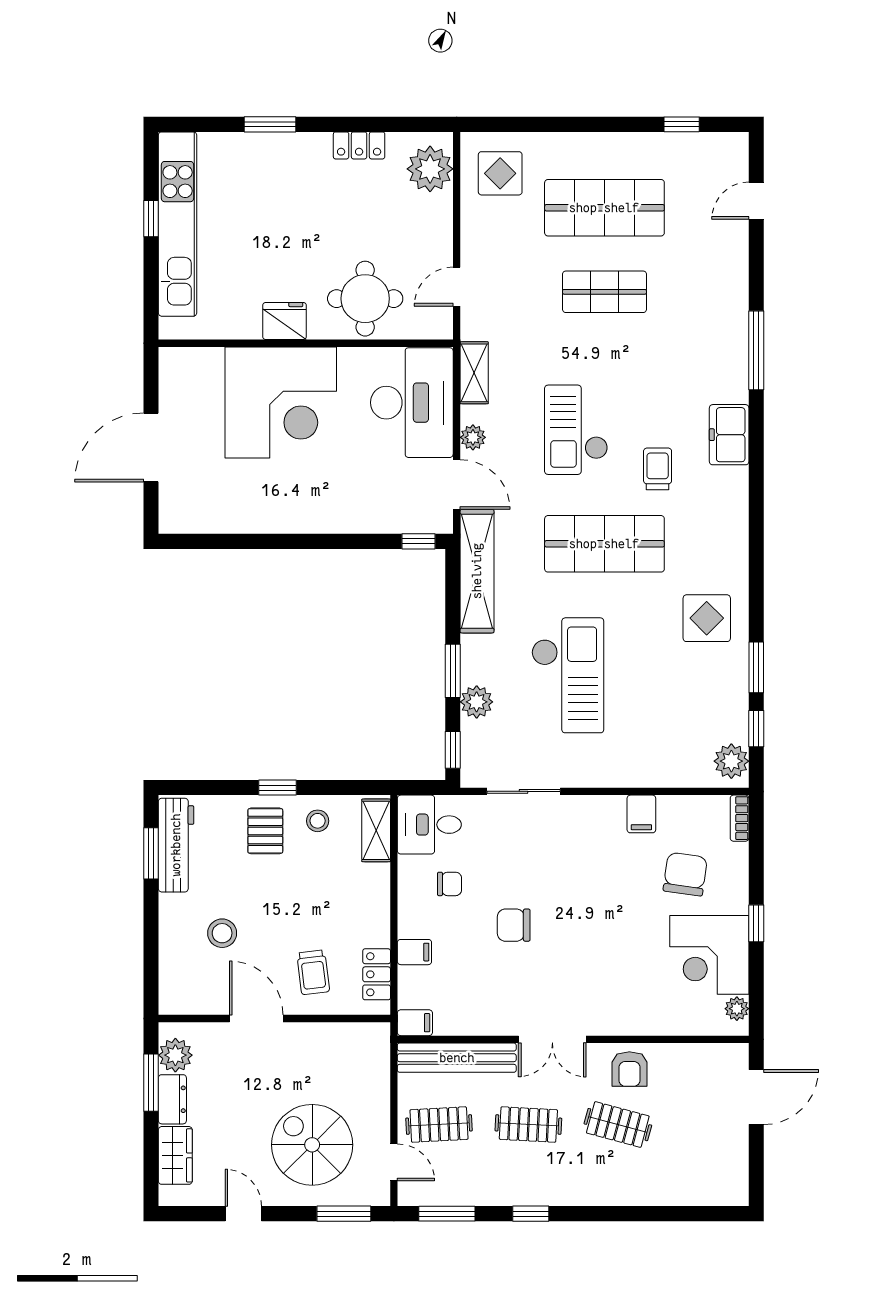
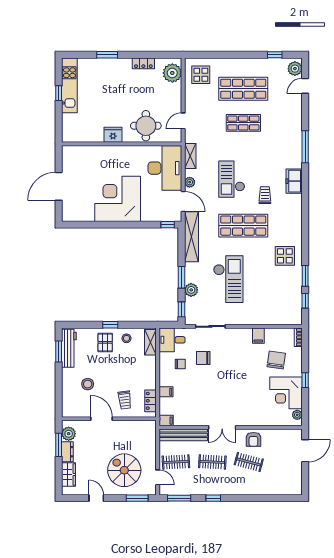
kitchen unit: (178, 224) -> (69, 85), width x0.73
corner desk: (281, 402) -> (118, 199), moved, turned 180
plant: (731, 761) -> (295, 69), moved
chair: (514, 925) -> (203, 358), moved

